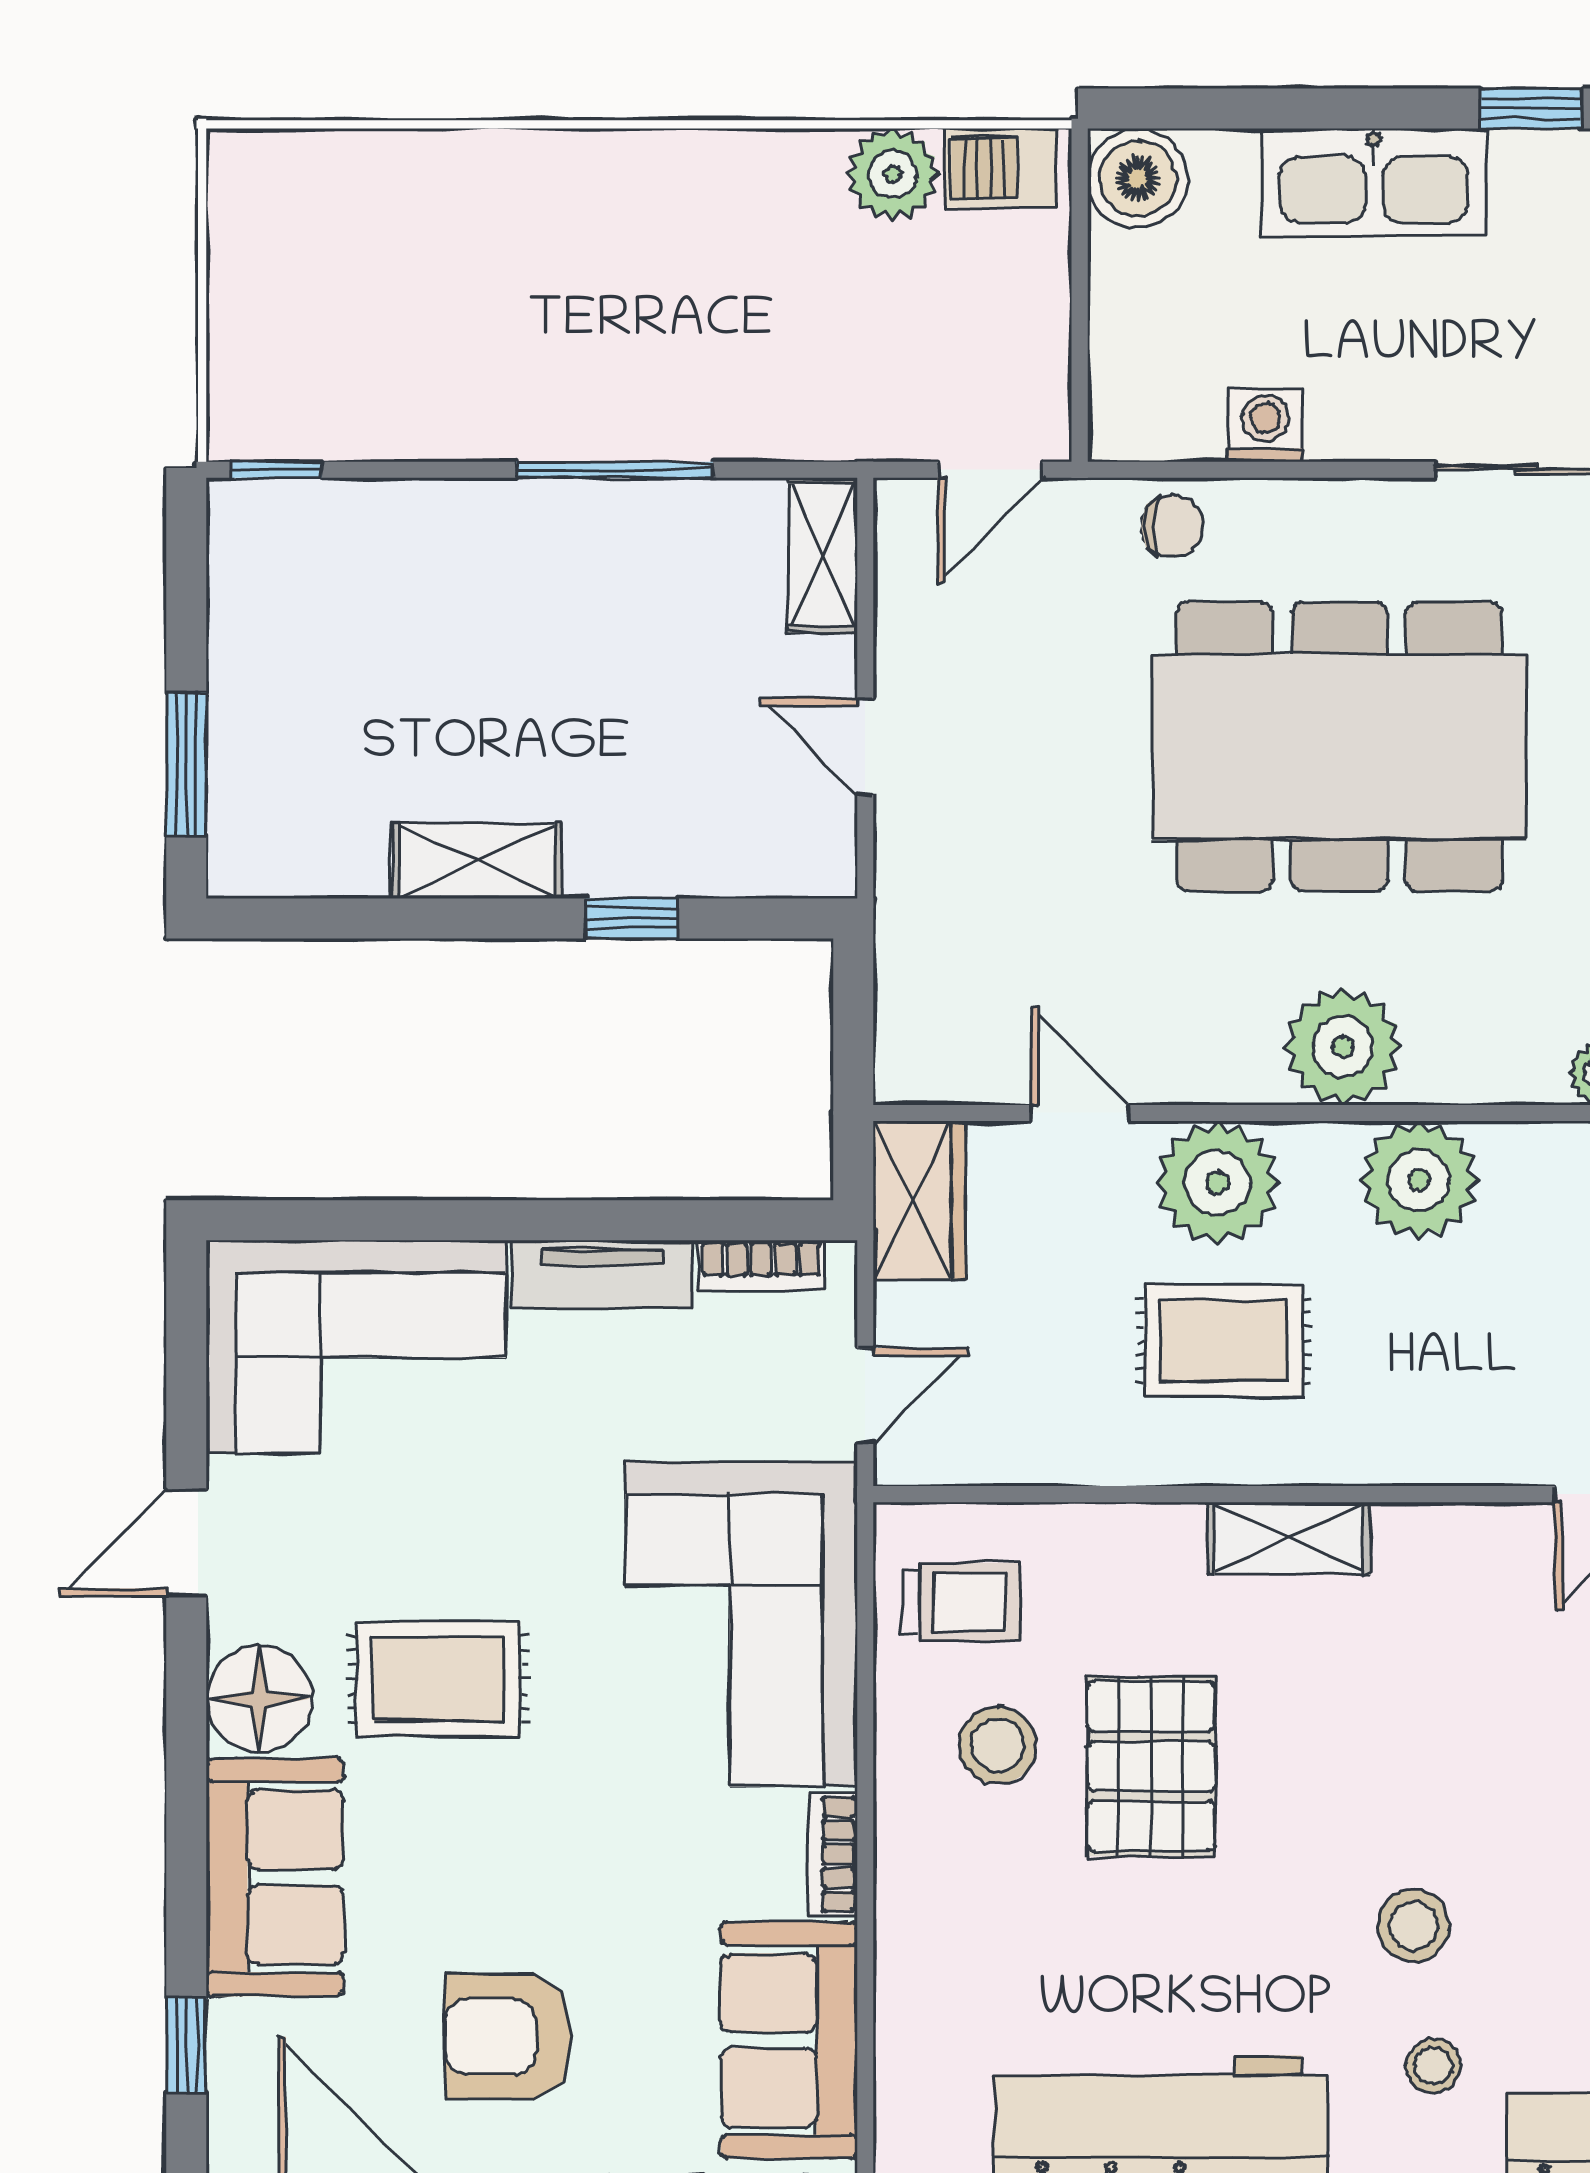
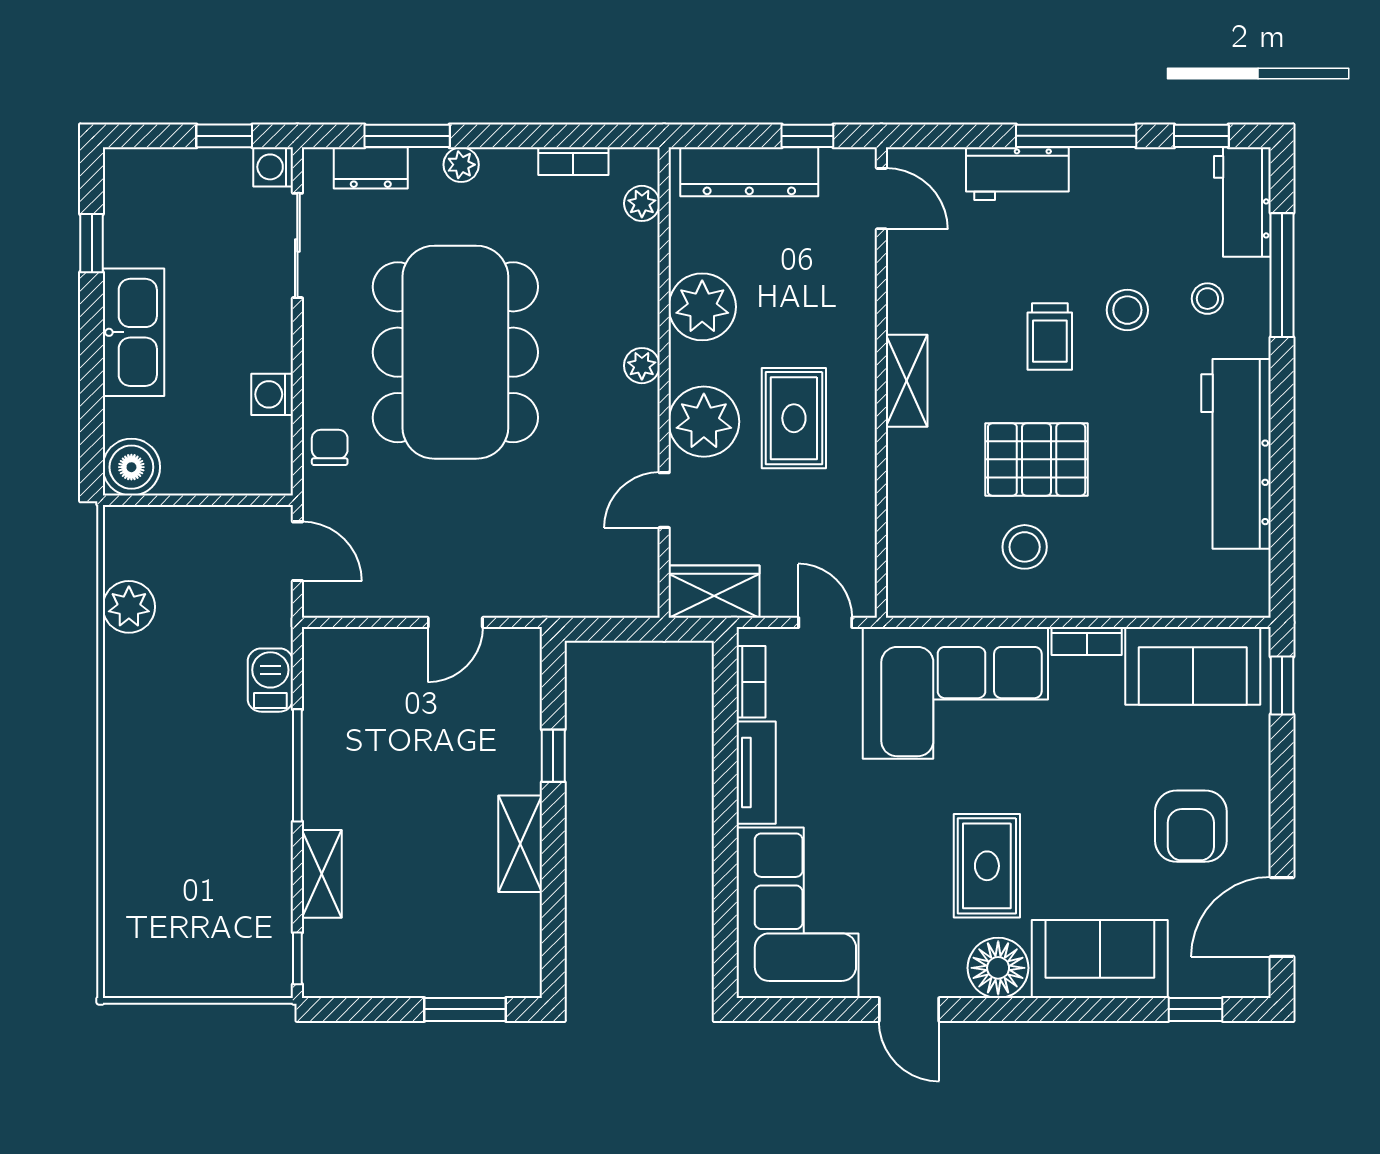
barbecue: (1000, 168) -> (270, 680), moved, turned 180
shelving: (823, 555) -> (322, 874), moved, turned 90
plant: (1343, 1047) -> (642, 366), width x0.53, depth x0.53
trolley: (962, 1602) -> (1050, 336), moved, turned 180

